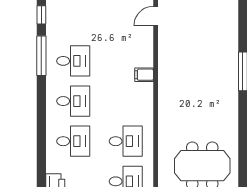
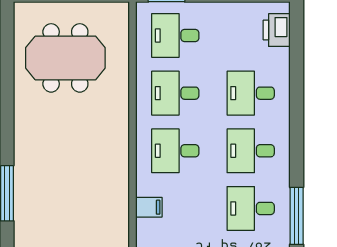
filing cabinet: (144, 75) -> (149, 207), moved
desk: (126, 101) -> (175, 151), added

